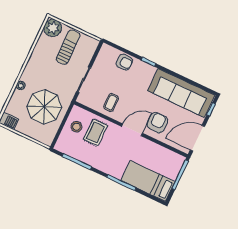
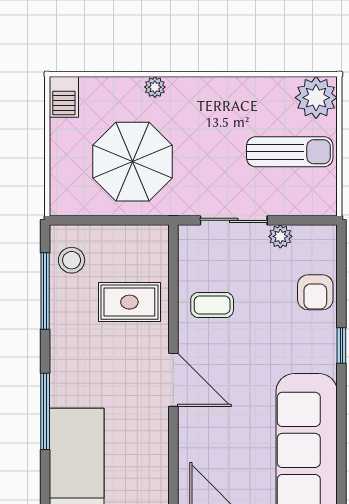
plant: (98, 65) -> (280, 236), added
armchair: (157, 123) -> (216, 429), removed
stool: (76, 127) -> (72, 260), moved

